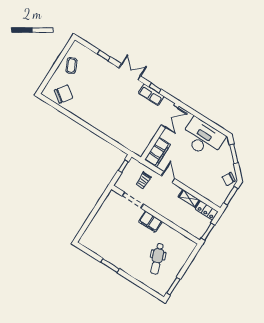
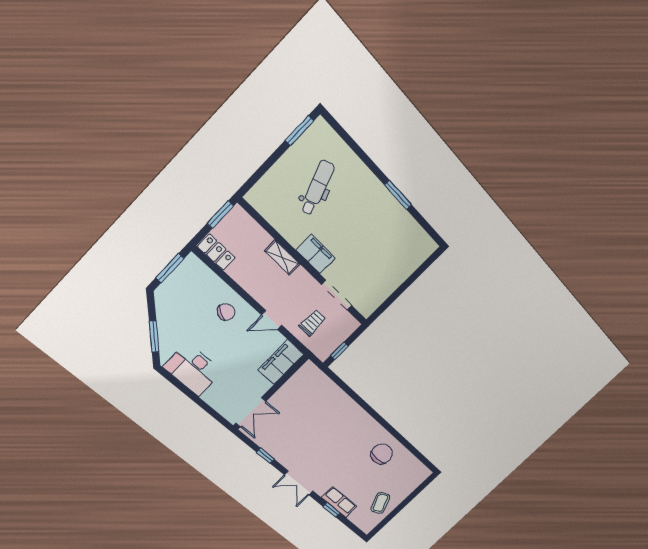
chair: (64, 94) -> (382, 454), moved, turned 144
row of seats: (151, 95) -> (339, 502), moved
double door: (170, 116) -> (251, 412), swing flipped
desk: (203, 138) -> (193, 369), width x0.73, depth x0.77
door: (168, 177) -> (272, 320), hinge flipped
chair: (229, 179) -> (226, 312), moved
shelving: (189, 198) -> (282, 257), moved

